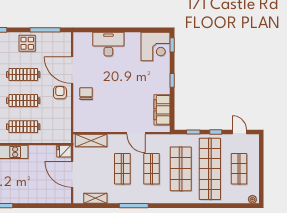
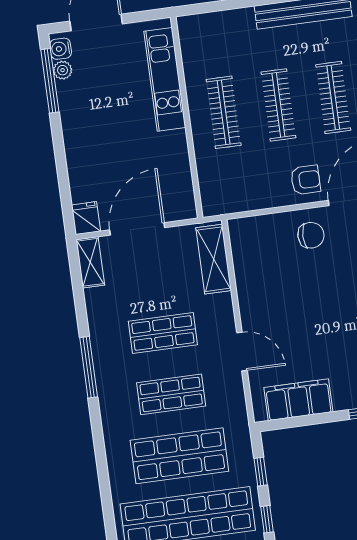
door: (136, 133) -> (242, 352), swing flipped
fridge: (64, 151) -> (86, 218), moved
shelving: (95, 198) -> (90, 262), moved

